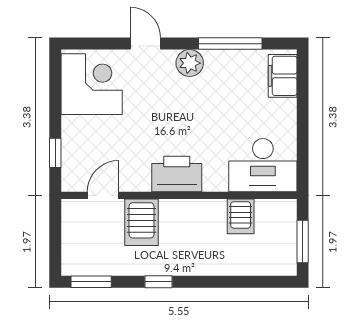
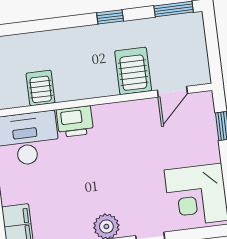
printer: (177, 174) -> (75, 122), moved, width x0.73, depth x0.84

